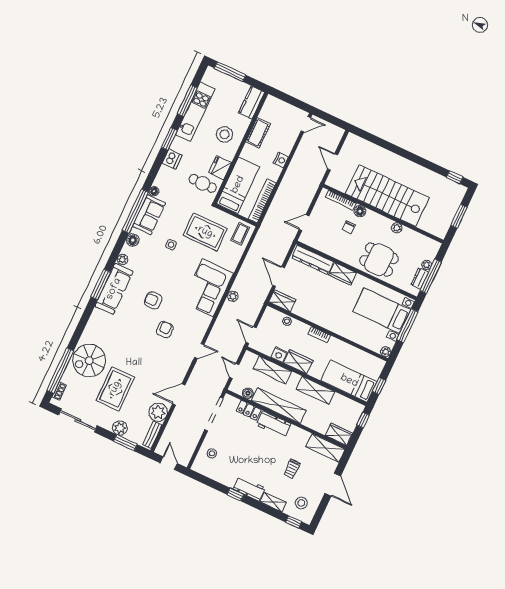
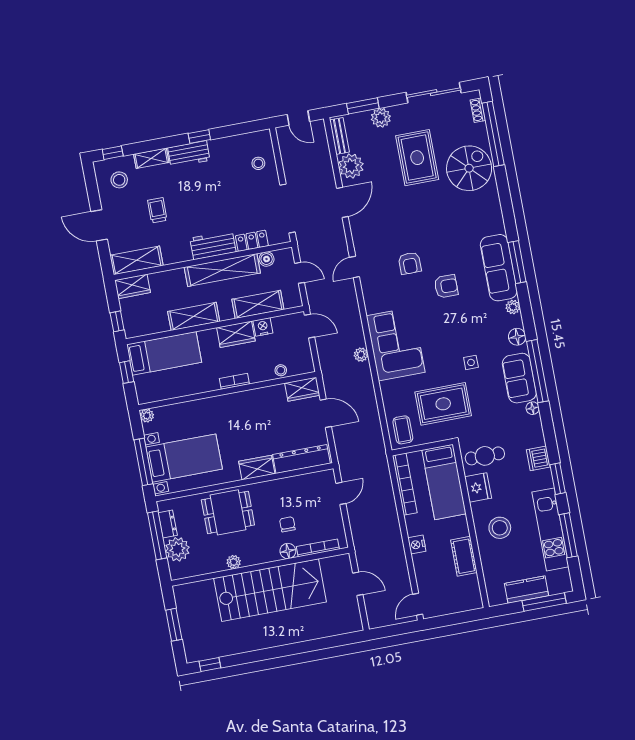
kitchen counter: (252, 102) -> (526, 590), moved, turned -90
plant: (427, 265) -> (177, 549), width x1.88, depth x1.88

